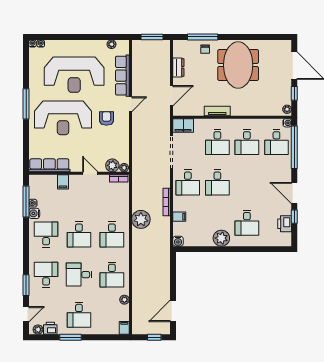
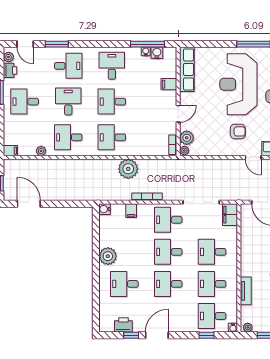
tv unit: (217, 111) -> (246, 291), moved
window: (294, 147) -> (207, 335), width x0.32
desk: (247, 182) -> (168, 284), added
water cooler: (34, 213) -> (157, 53), moved
desk: (46, 234) -> (112, 66), turned -90

